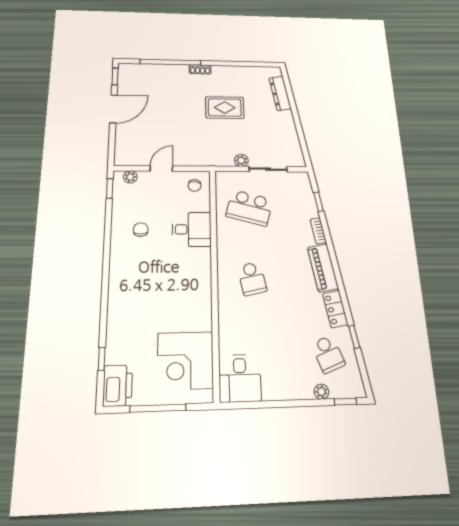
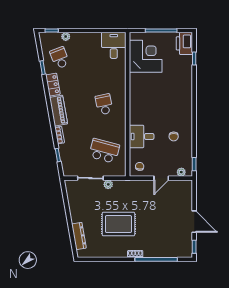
rug: (225, 107) -> (118, 224), width x1.36, depth x1.43
door: (113, 109) -> (194, 222), swing flipped

